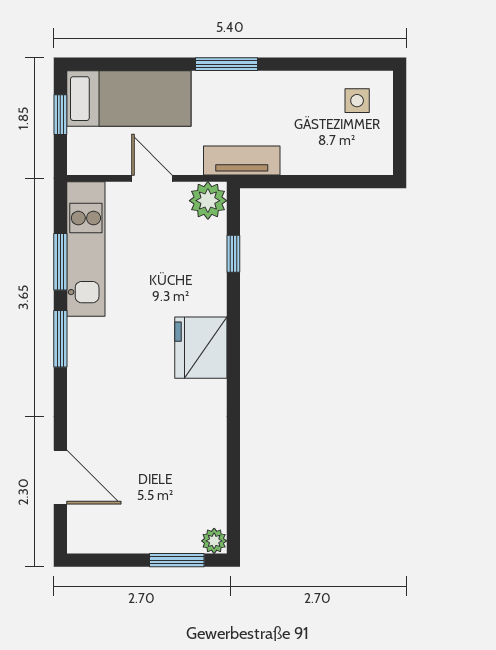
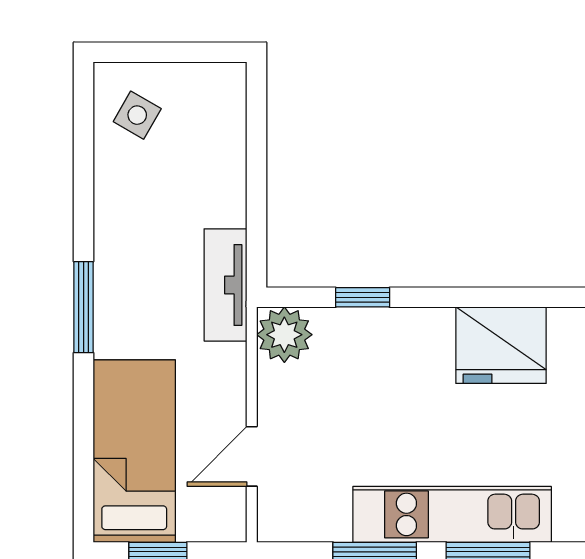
side table: (357, 101) -> (137, 115), turned 30
door: (152, 178) -> (252, 456), moved
kitchen unit: (86, 249) -> (452, 514), moved

